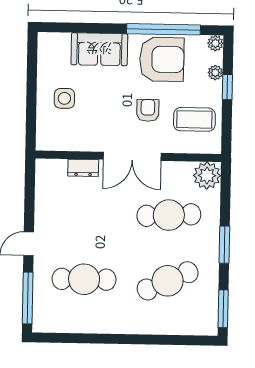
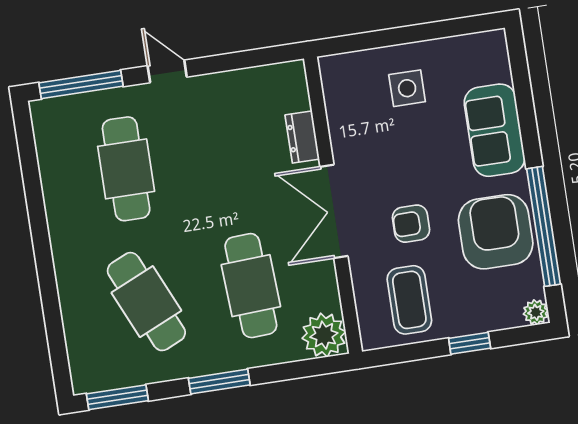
armchair: (162, 59) -> (496, 232), turned 180
plant: (215, 73) -> (489, 320), removed
armchair: (148, 110) -> (411, 224), turned 180

